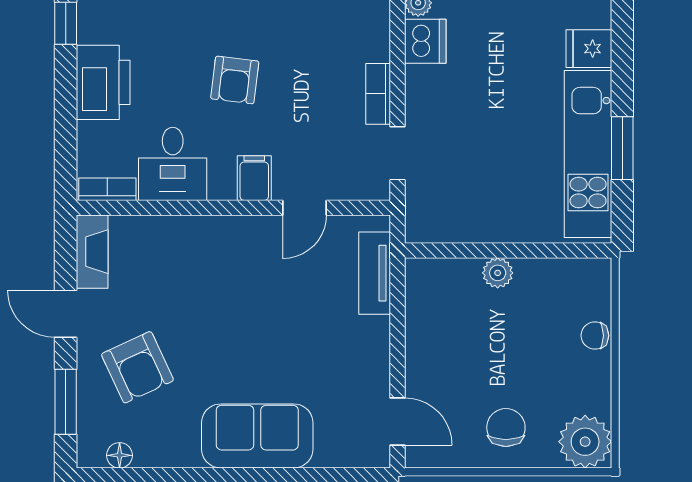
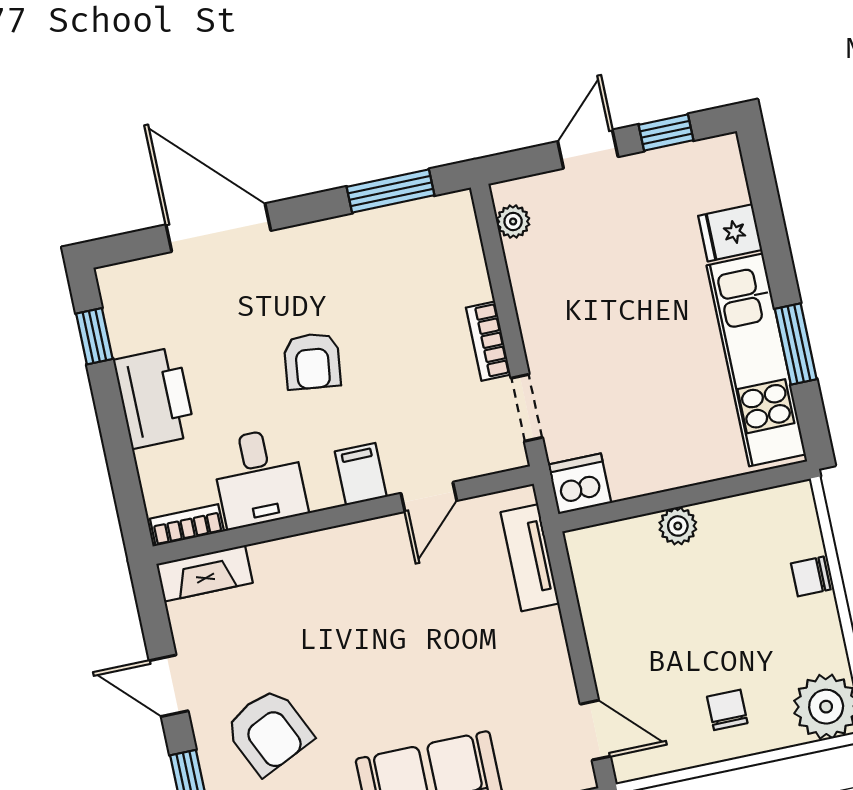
dishwasher: (425, 41) -> (580, 484), moved, turned -90
fireplace: (92, 252) -> (205, 573), moved, turned 90
chair: (506, 428) -> (727, 710), width x0.73, depth x0.73

